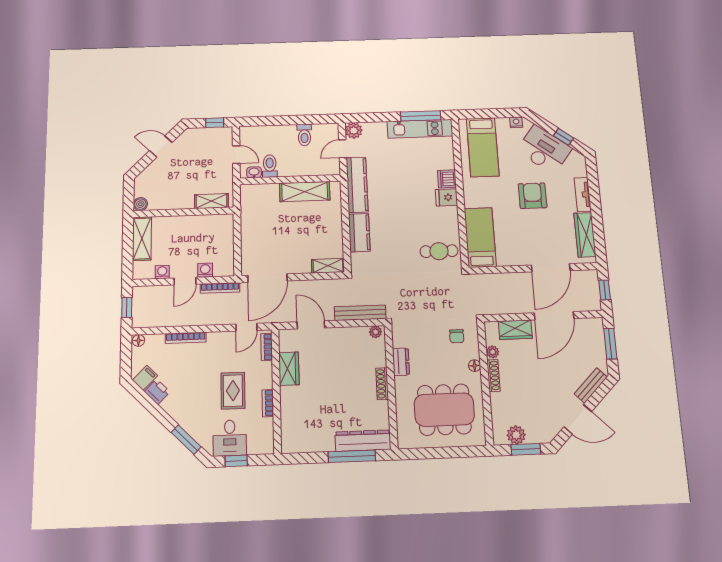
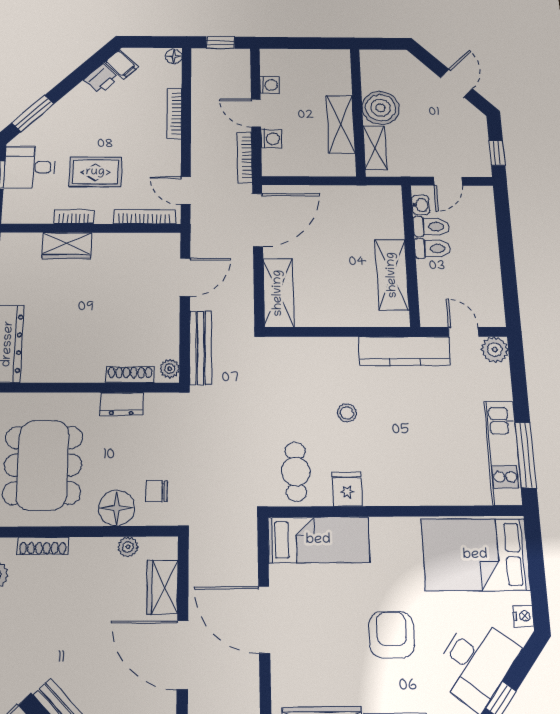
toilet: (304, 135) -> (433, 248), moved, turned 180
bed: (483, 147) -> (475, 555), width x1.50
dishwasher: (447, 179) -> (418, 492), removed
armchair: (533, 196) -> (392, 635), turned -90
fridge: (446, 197) -> (347, 489), moved
boiler: (140, 204) -> (381, 108), moved, width x1.86, depth x1.86
stool: (400, 220) -> (347, 413), added
kitchen counter: (359, 233) -> (327, 351), removed
shelving: (142, 239) -> (341, 124), moved, turned 90
shelving: (328, 266) -> (278, 293), width x1.50, depth x1.33
door: (551, 268) -> (264, 620), moved
door: (267, 278) -> (258, 220), swing flipped
bookcase: (267, 347) -> (144, 217), width x1.56
floor lamp: (475, 366) -> (116, 508), width x1.89, depth x1.89
wardrobe: (289, 369) -> (67, 246), moved
shoe rack: (493, 375) -> (43, 546), moved
shoe rack: (382, 384) -> (130, 375), moved

